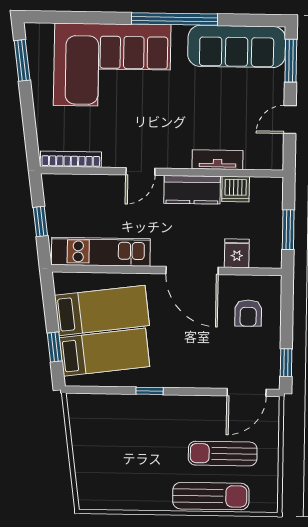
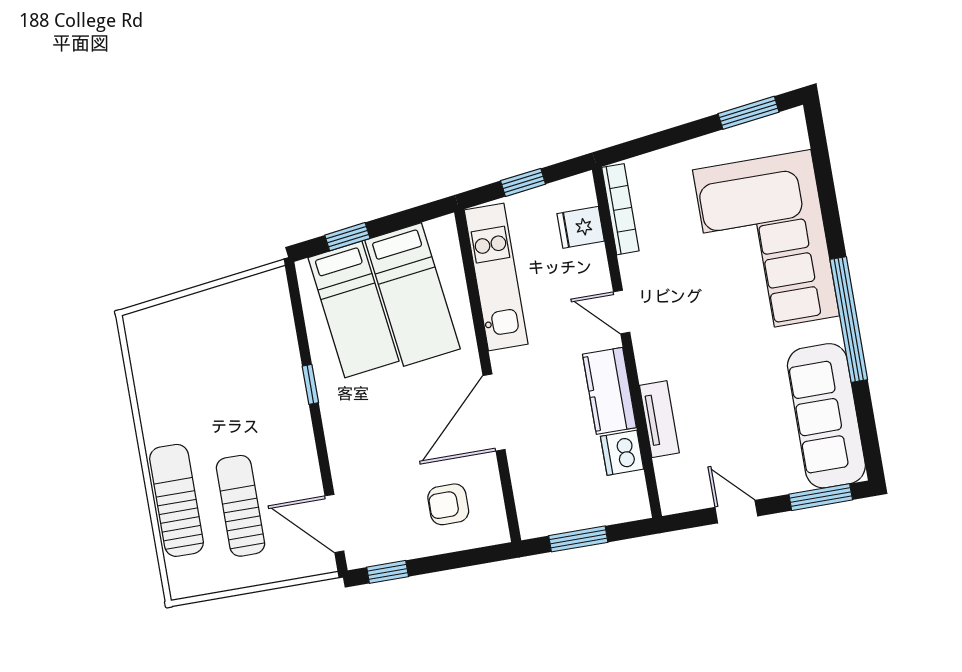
fridge: (237, 253) -> (581, 227), moved, turned 180
sun lounger: (211, 496) -> (177, 500), turned 180

